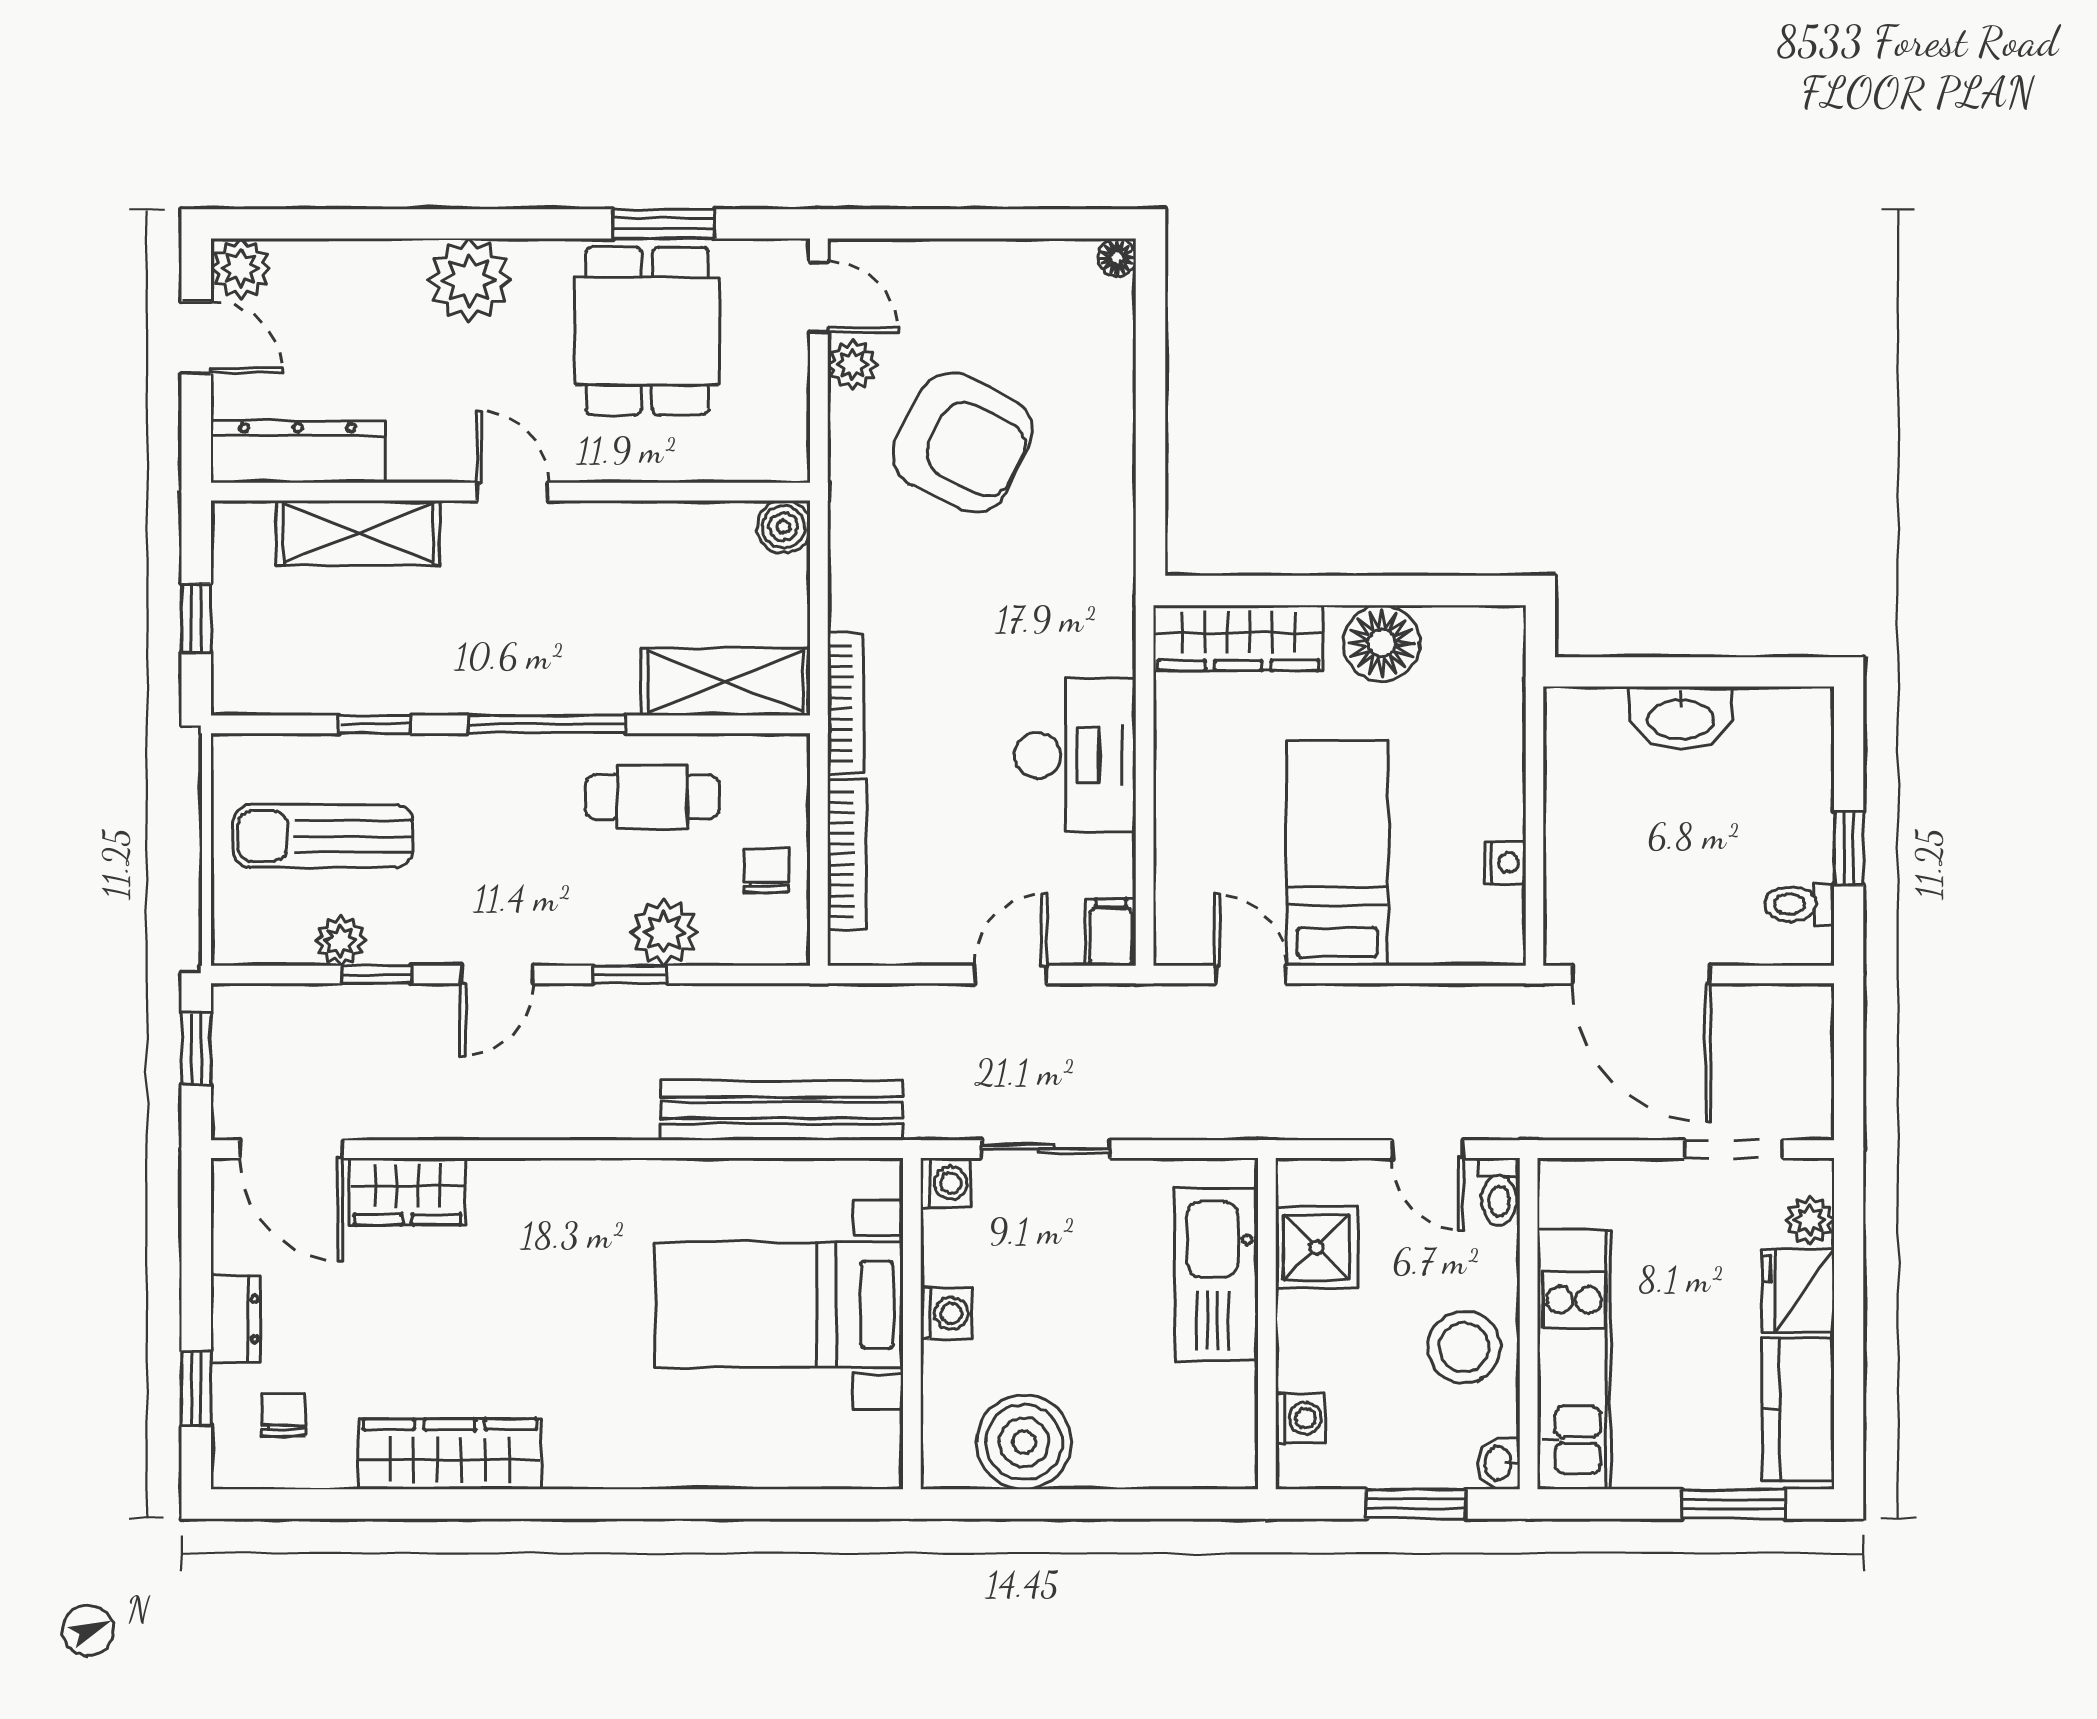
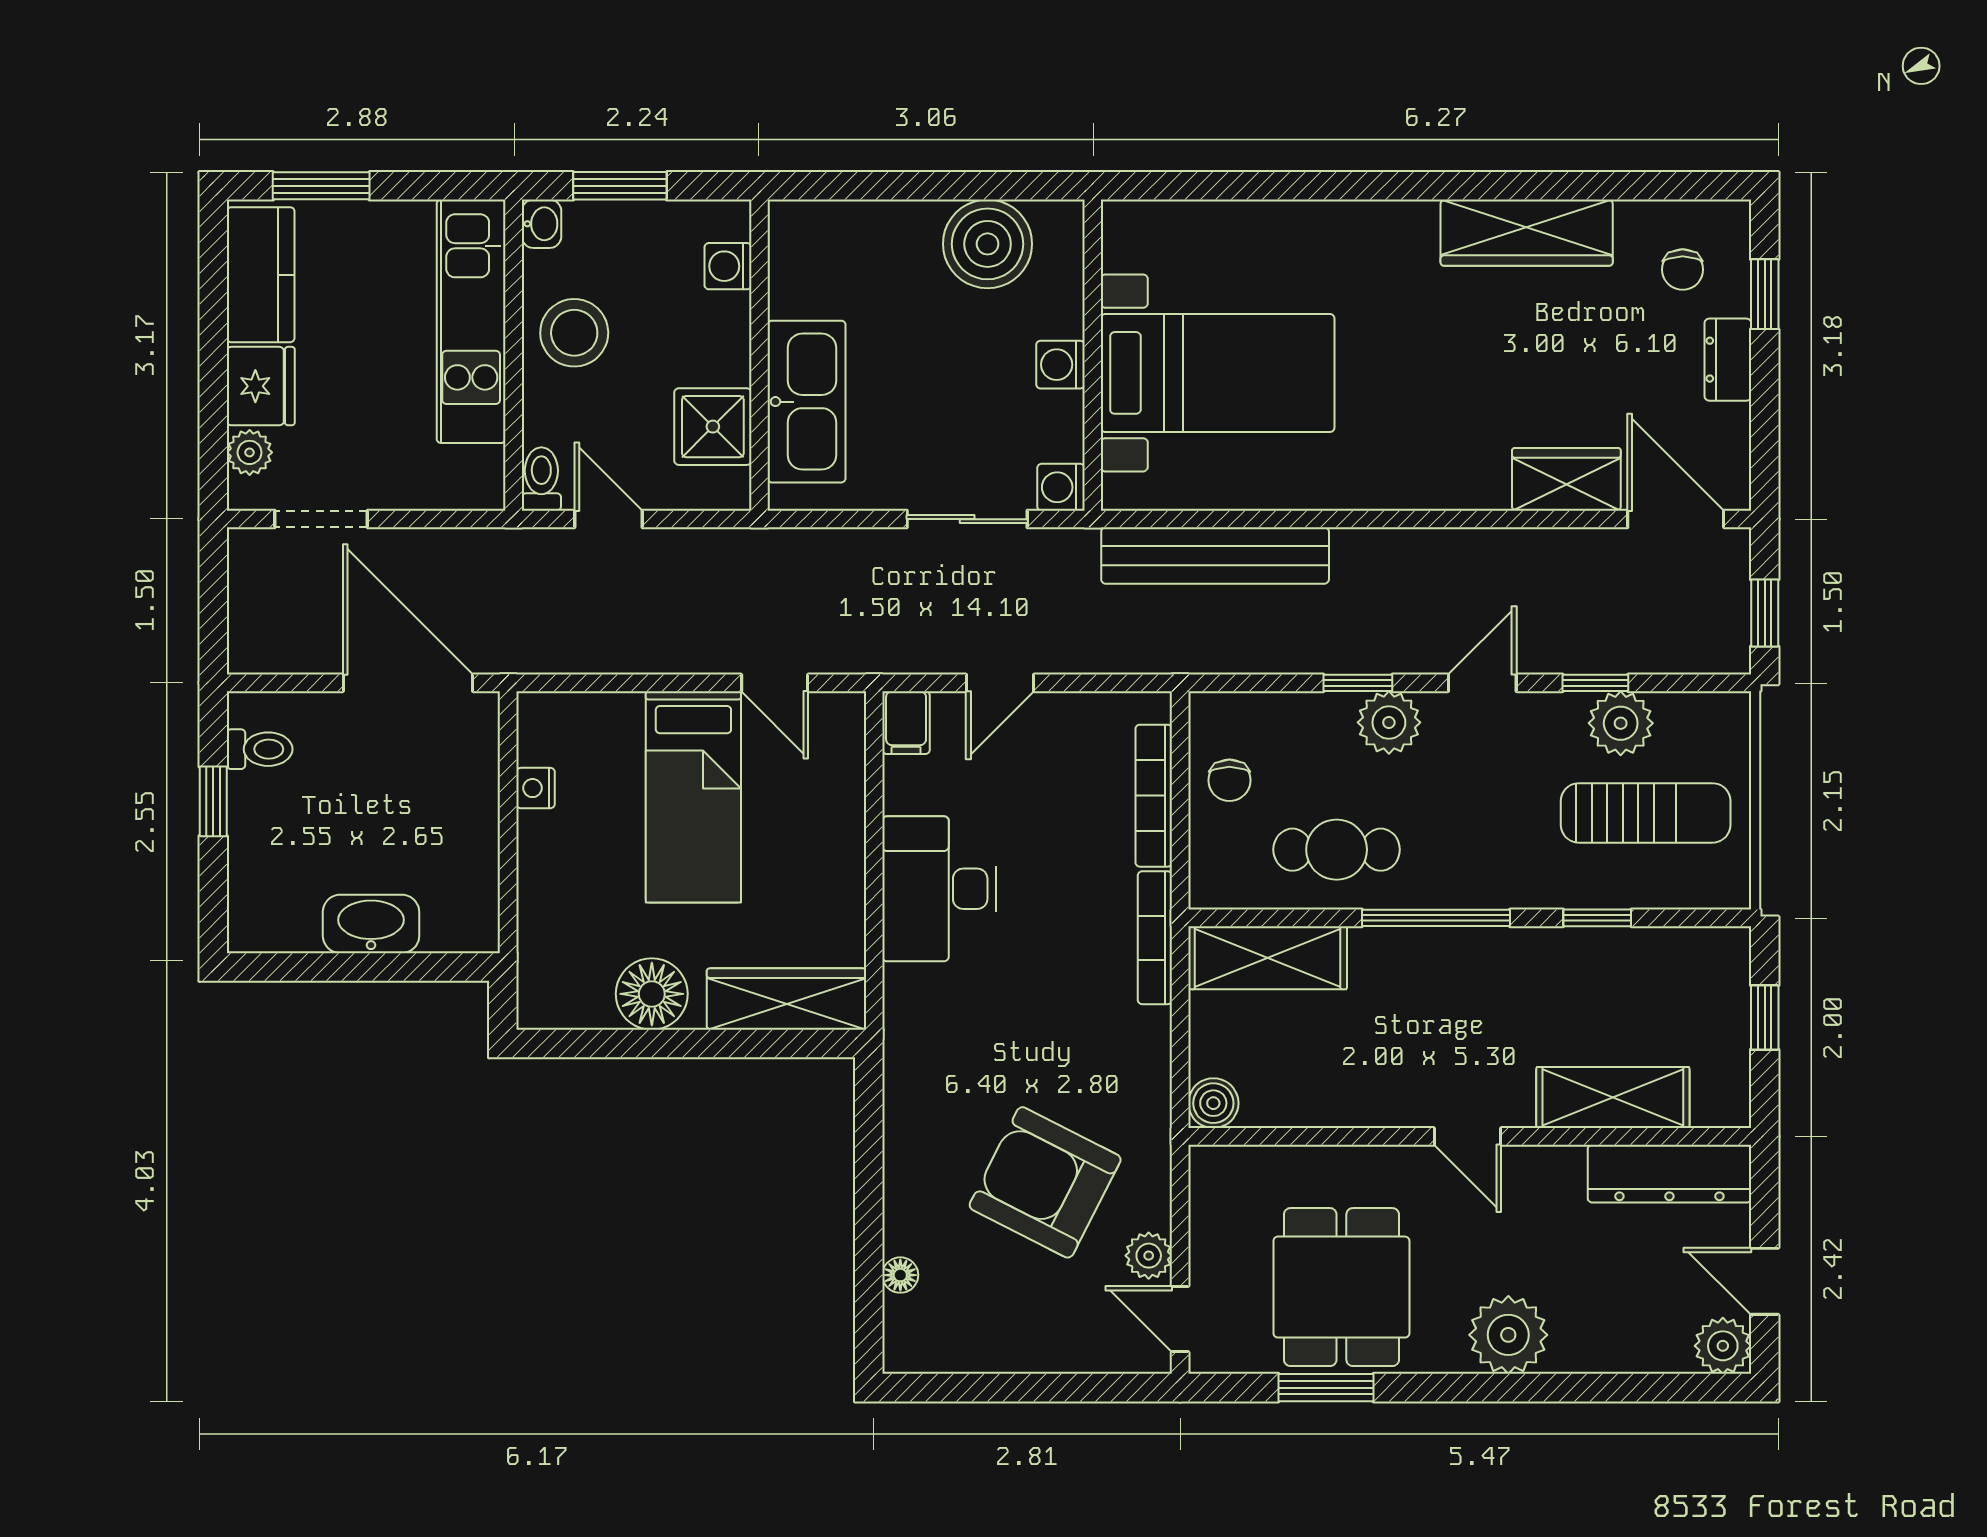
floor lamp: (1117, 257) -> (900, 1275), moved
plant: (664, 932) -> (1389, 722), moved
plant: (340, 941) -> (1621, 723), width x1.38, depth x1.38

